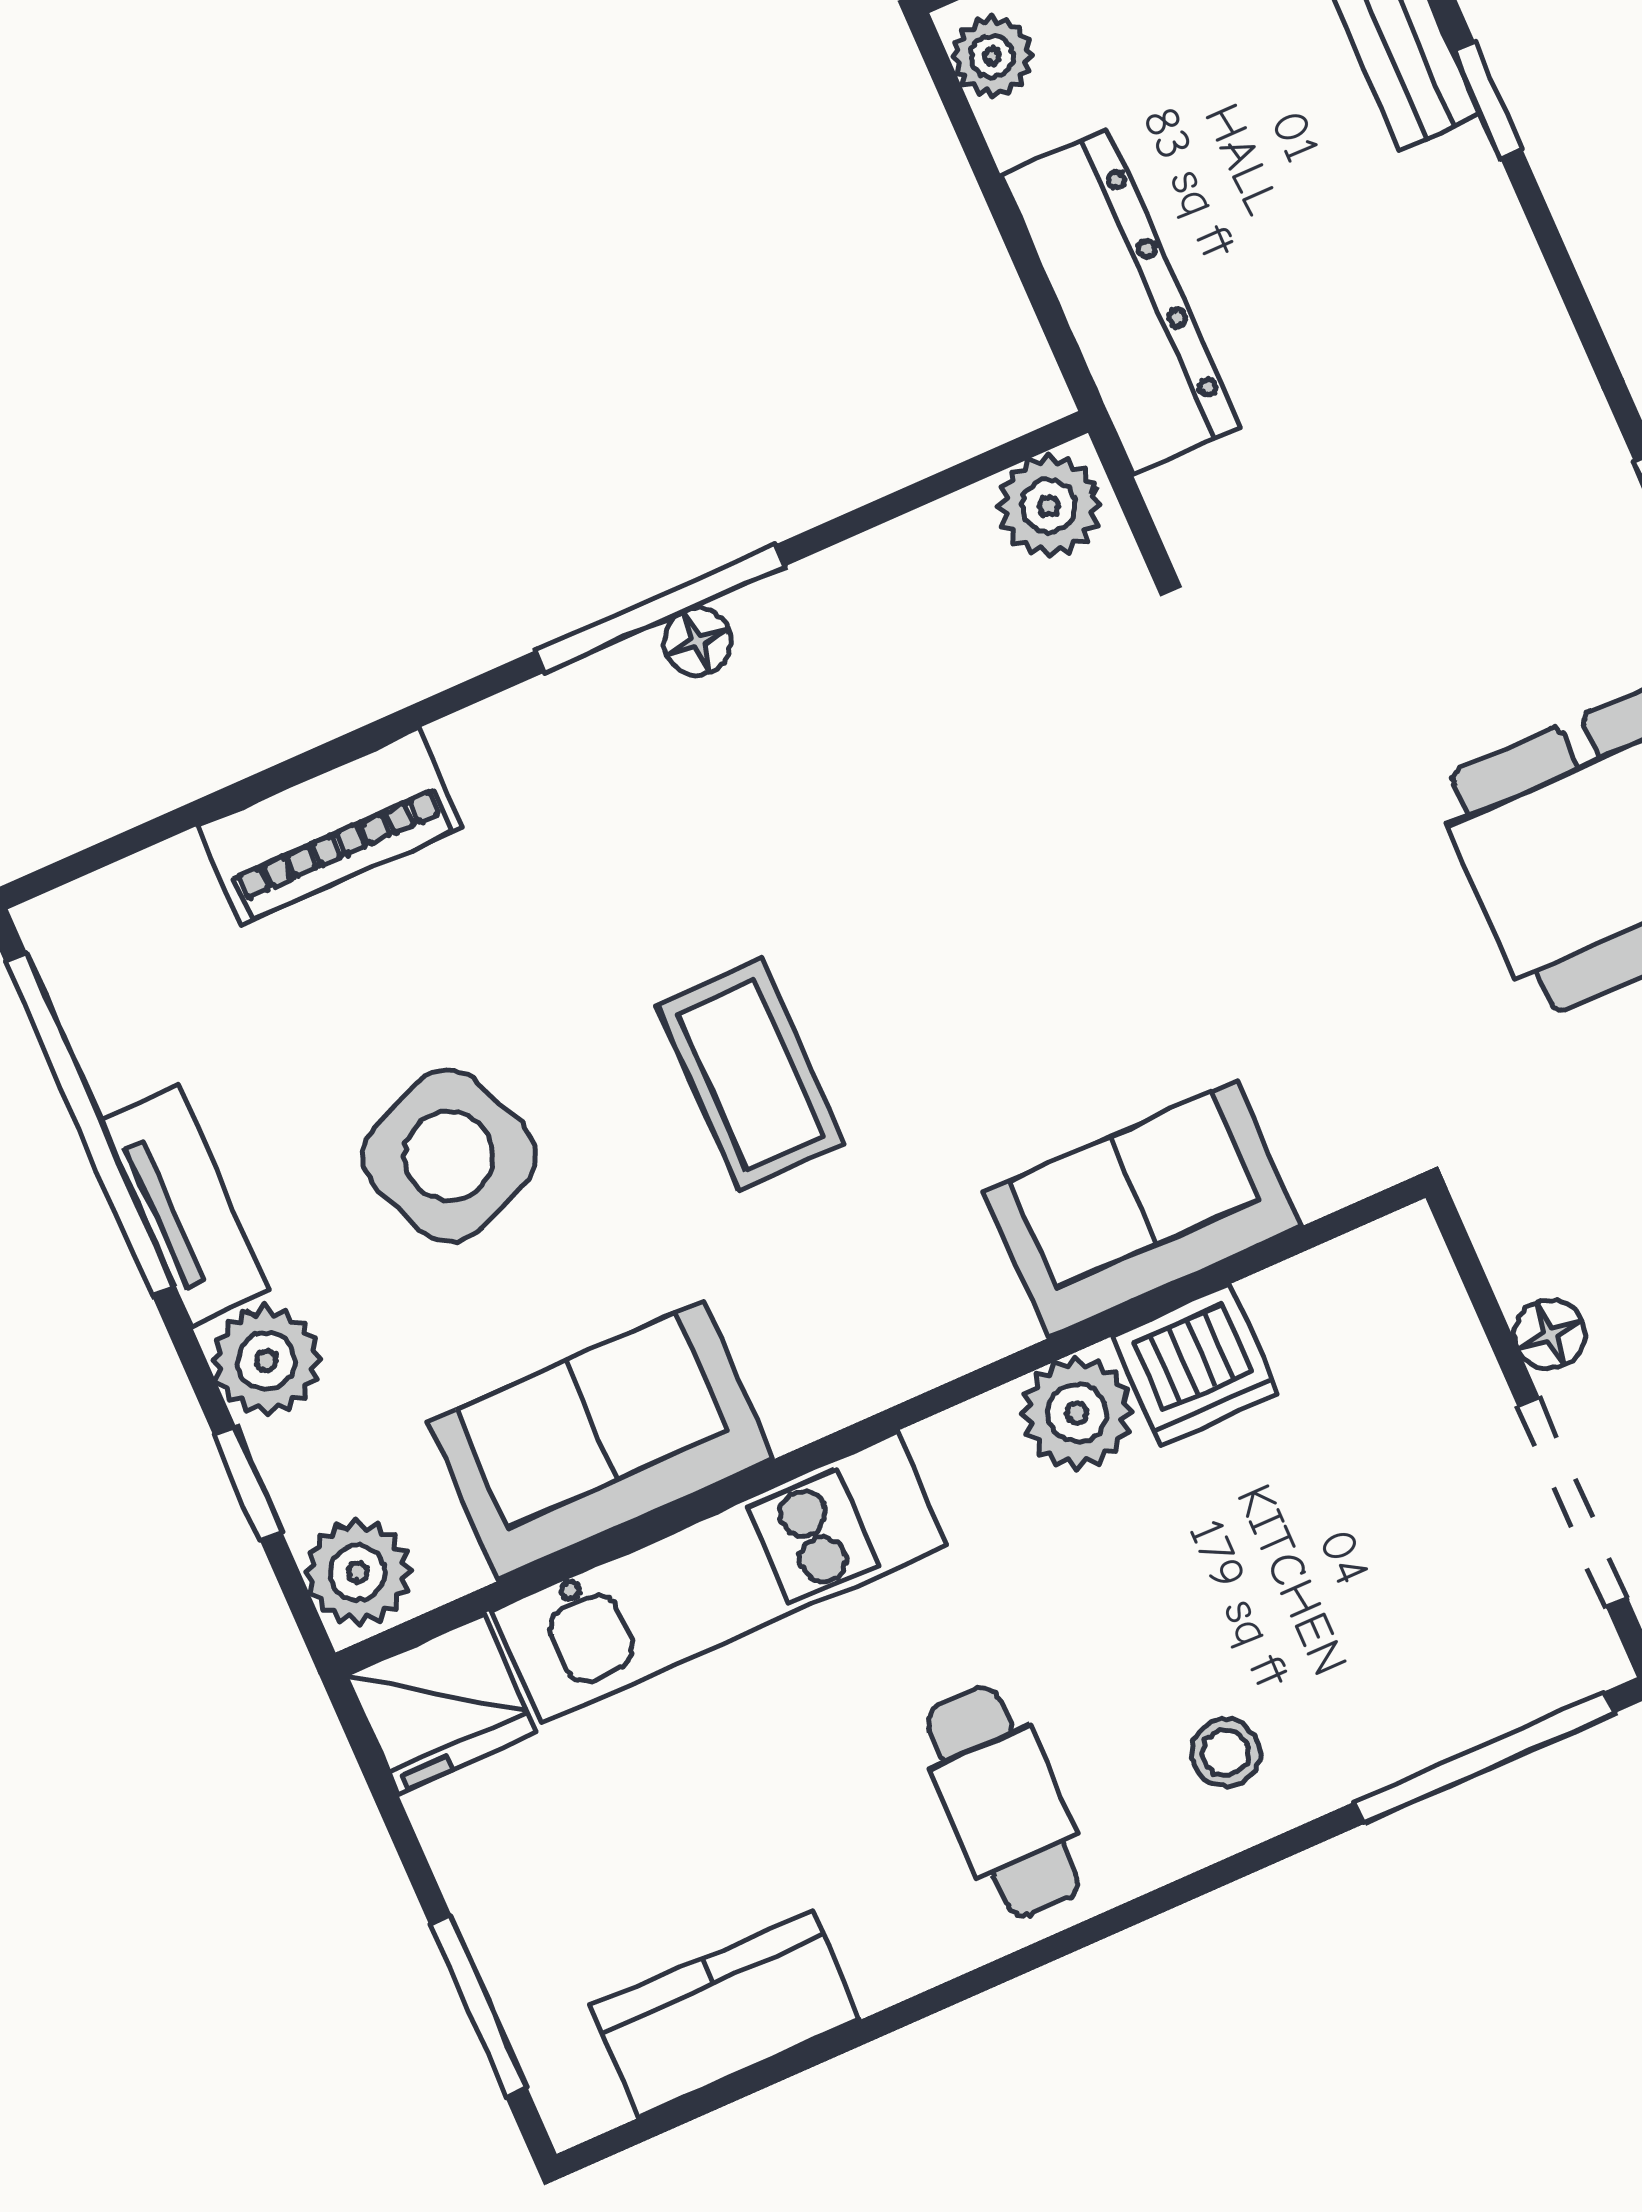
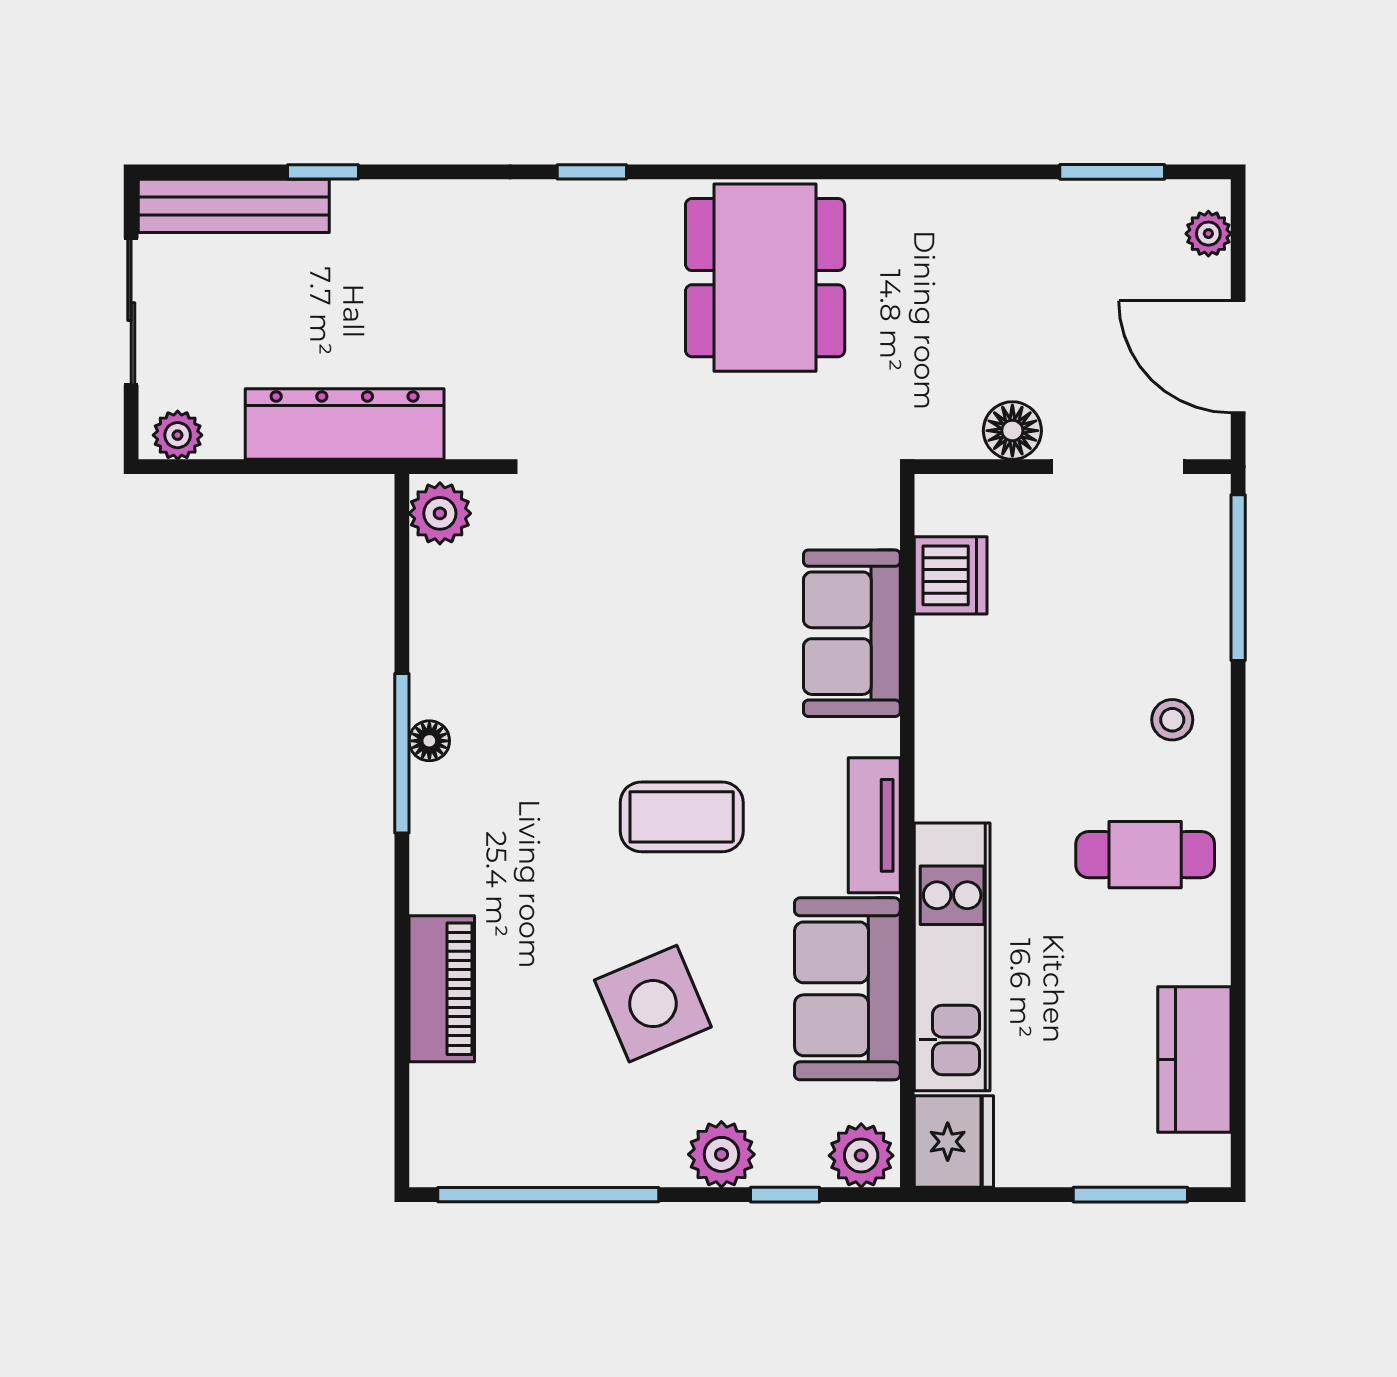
tv unit: (185, 1205) -> (874, 825), moved, turned -90
floor lamp: (1550, 1334) -> (1012, 431), width x1.37, depth x1.37
dishwasher: (1196, 1365) -> (951, 575), moved
plant: (1077, 1413) -> (948, 719), removed

